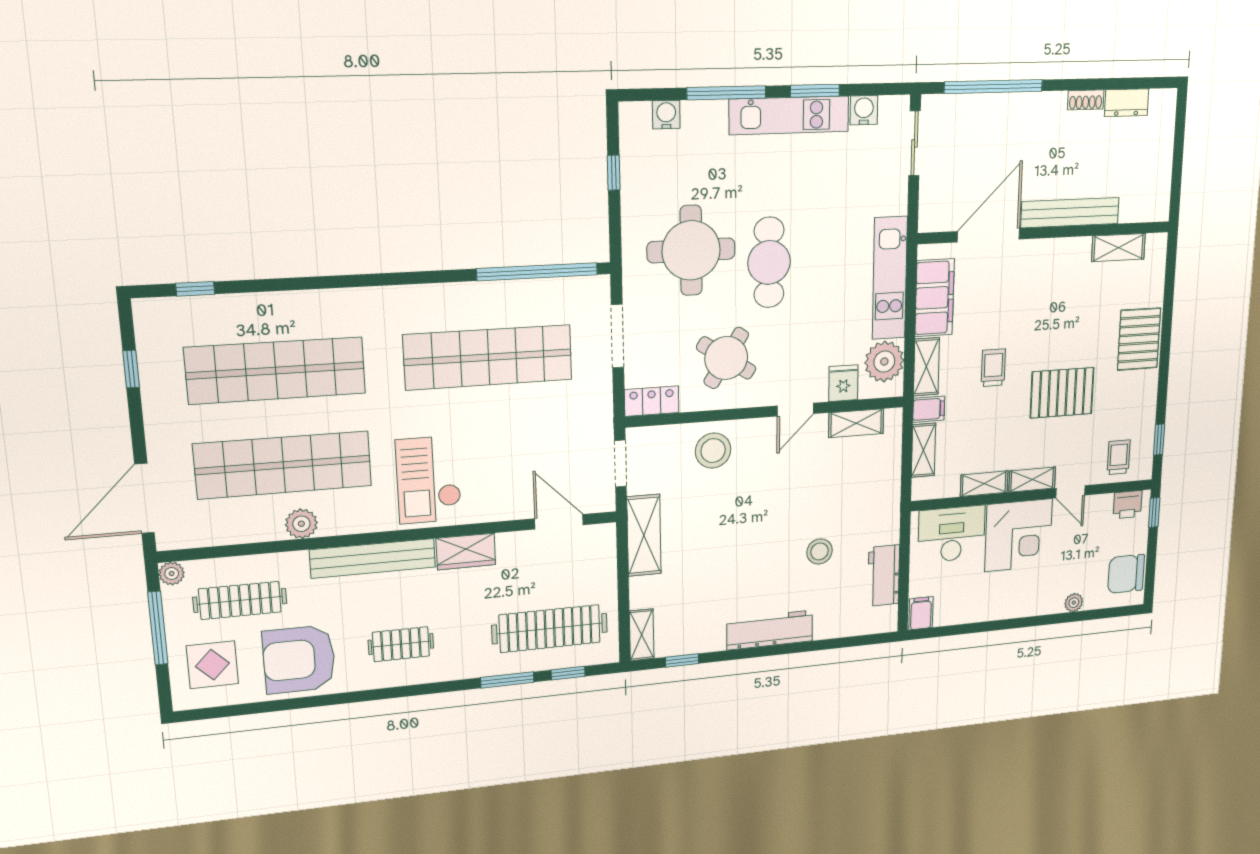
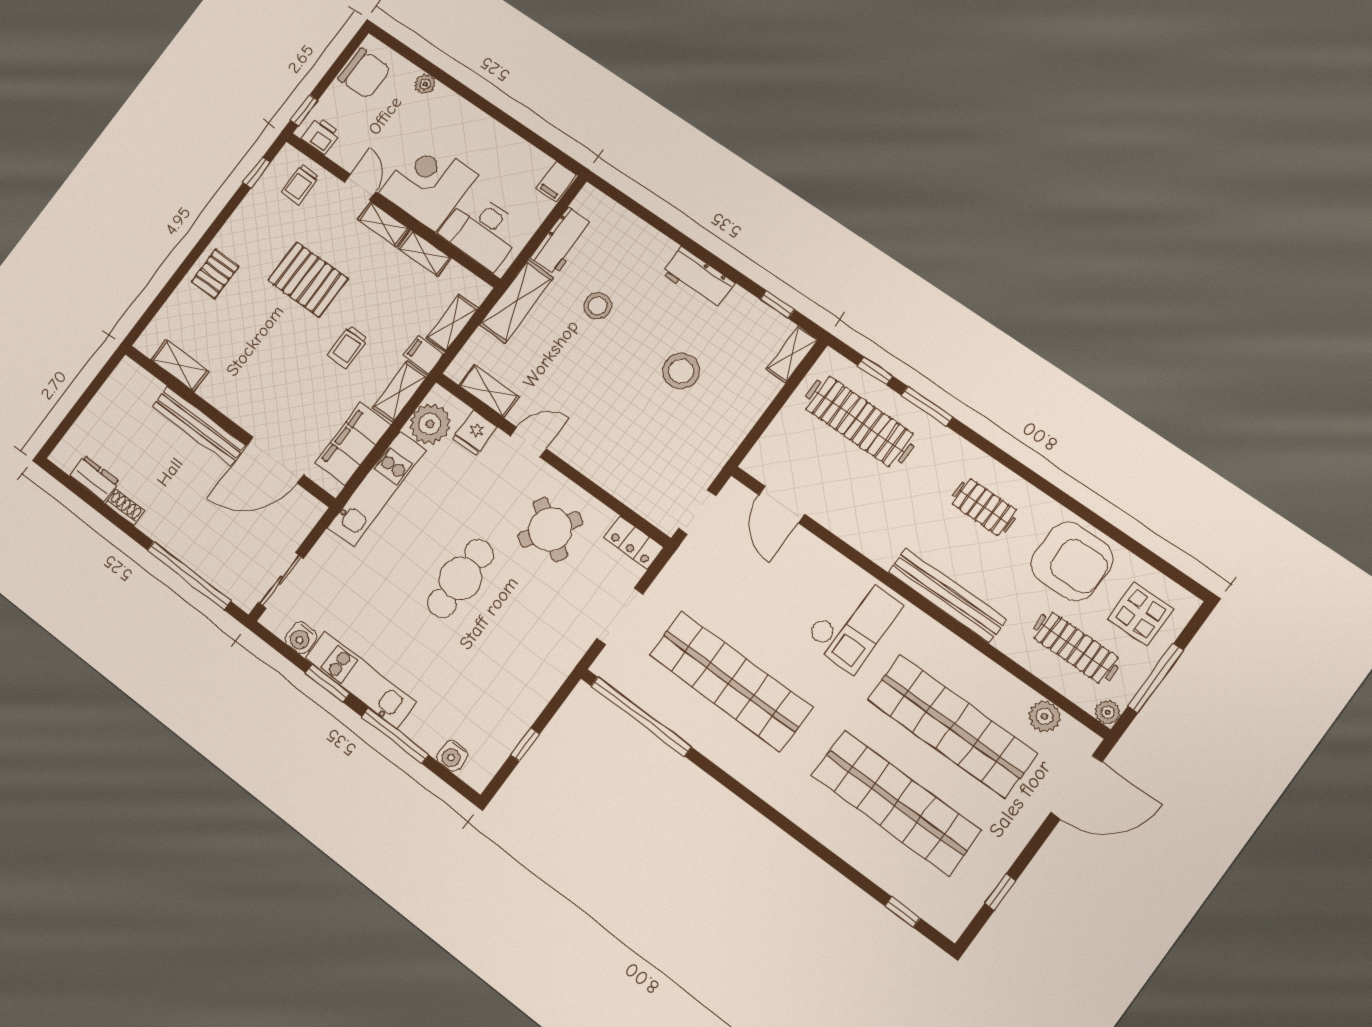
round table: (691, 250) -> (513, 637), removed
pallet: (1139, 339) -> (215, 274), width x0.67, depth x0.71
stool: (713, 451) -> (681, 371), moved
plant: (301, 524) -> (1044, 716), moved
shelving: (644, 535) -> (517, 301), moved
wardrobe: (466, 552) -> (872, 541), removed
workbench: (770, 630) -> (698, 278), width x0.73

